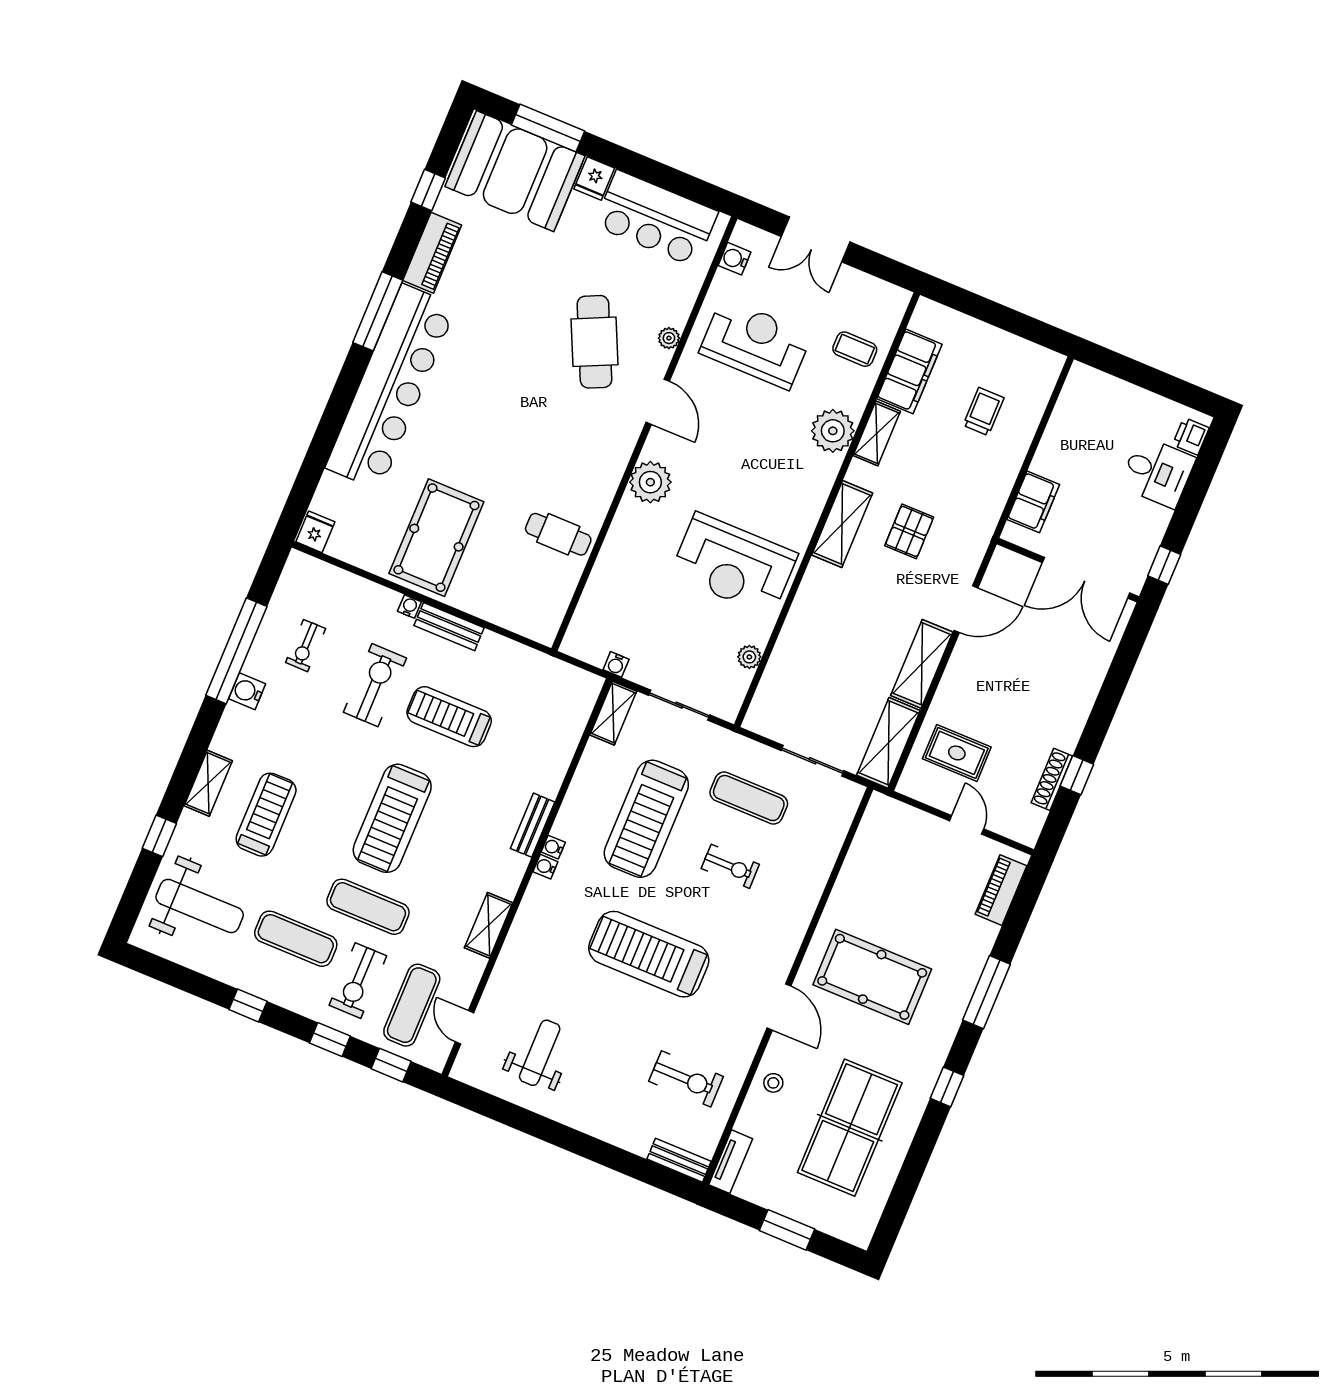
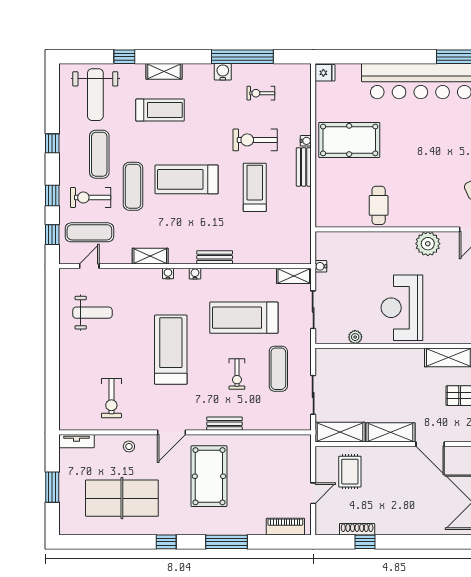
exercise bike: (375, 685) -> (255, 140), turned 180
water cooler: (553, 847) -> (168, 273), moved
bench: (679, 1160) -> (224, 424), moved, turned 90

